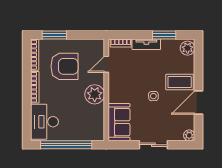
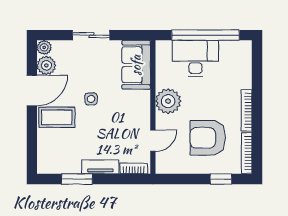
window: (54, 35) -> (221, 179), width x0.67
plant: (188, 48) -> (46, 65), moved
desk: (45, 122) -> (195, 58), moved, turned -90

